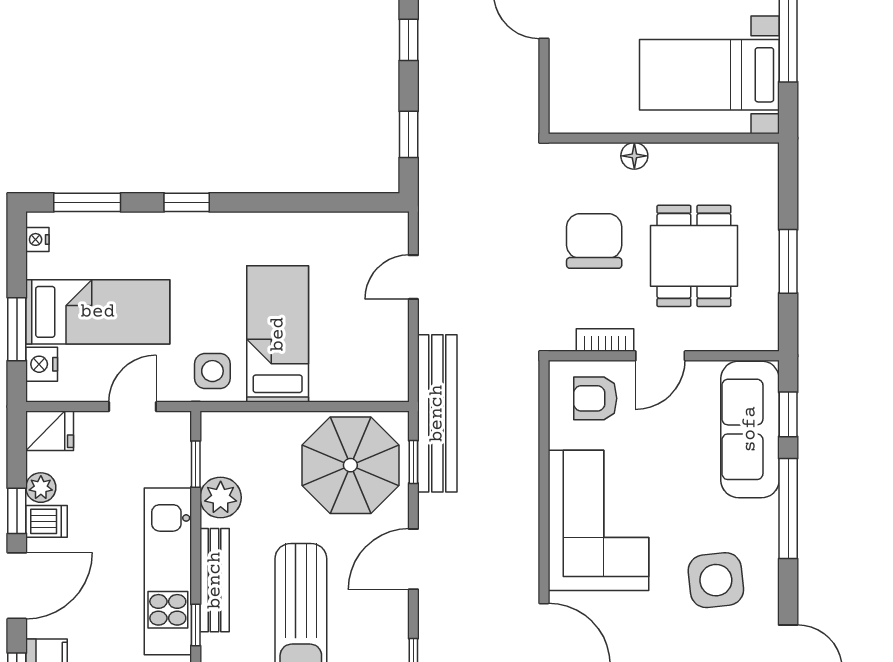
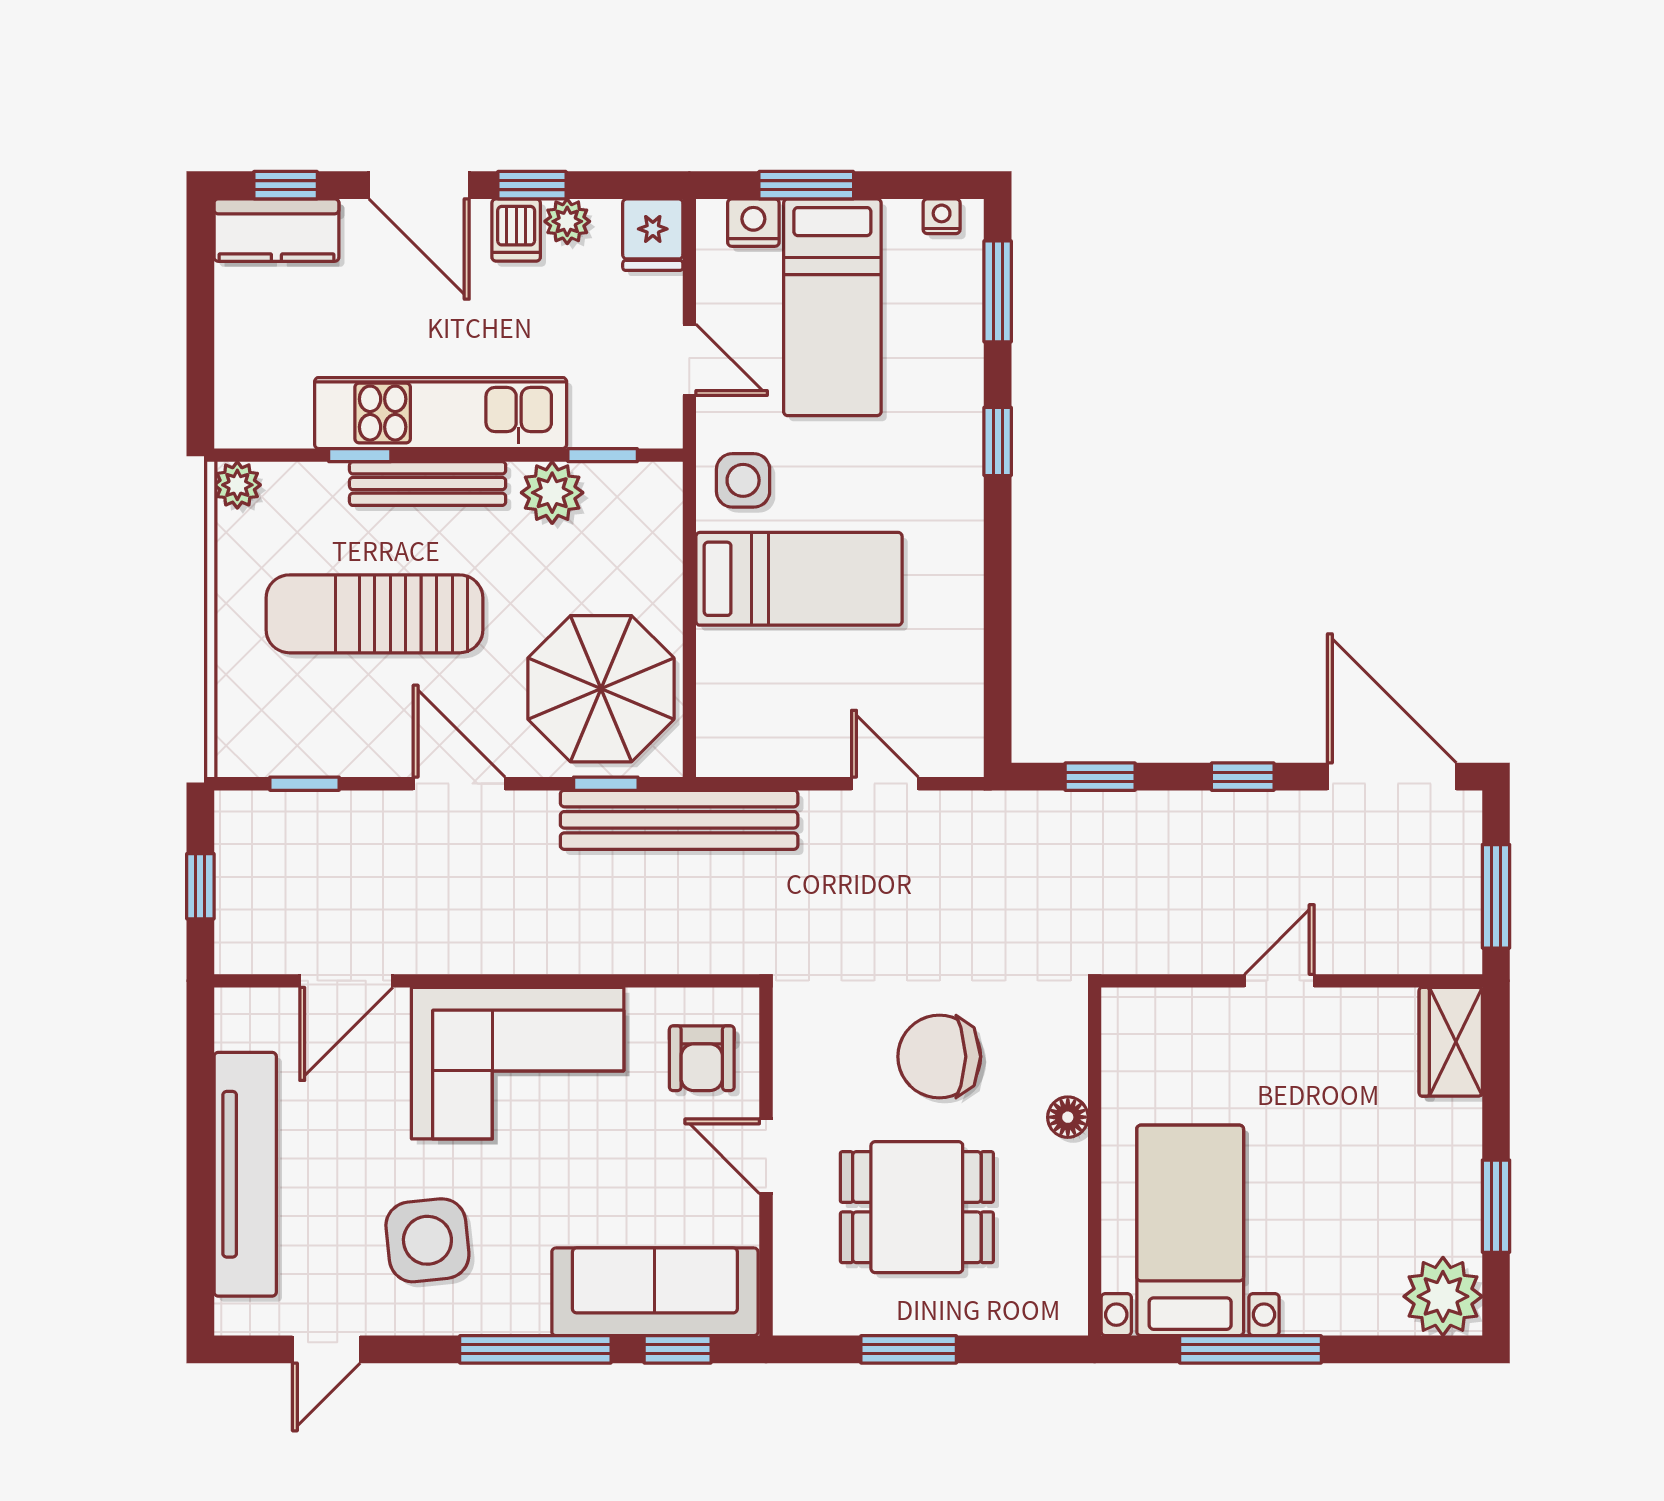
chair: (594, 241) -> (939, 1057), turned 180
bookcase: (605, 340) -> (790, 1073), removed
armchair: (595, 398) -> (702, 1058), turned 180

